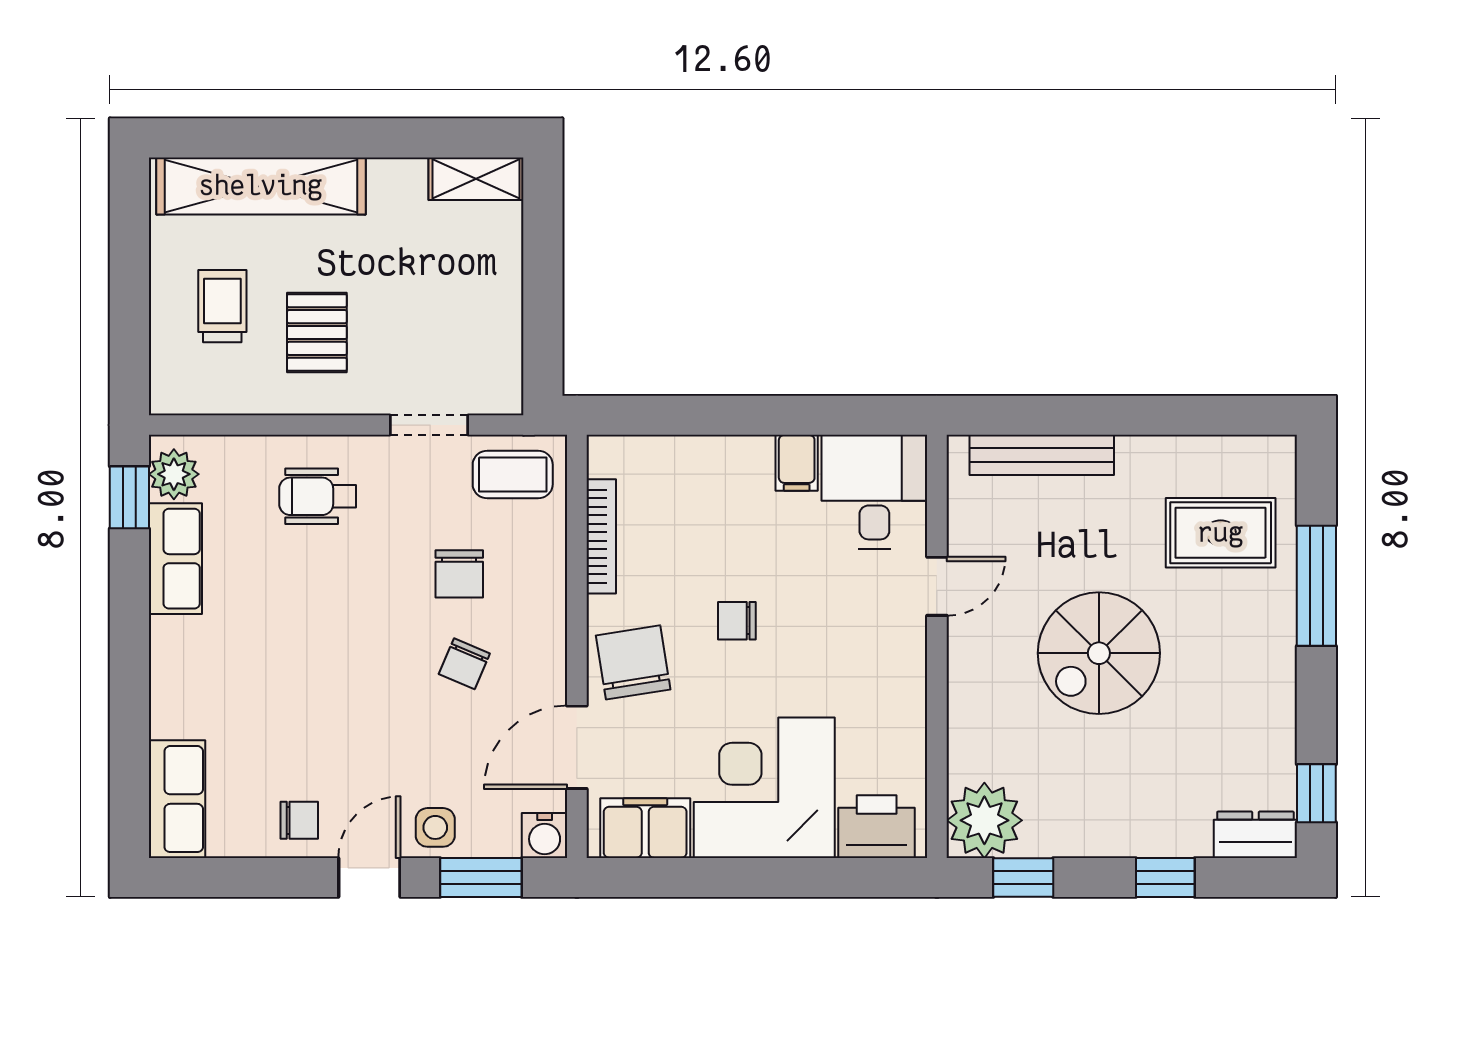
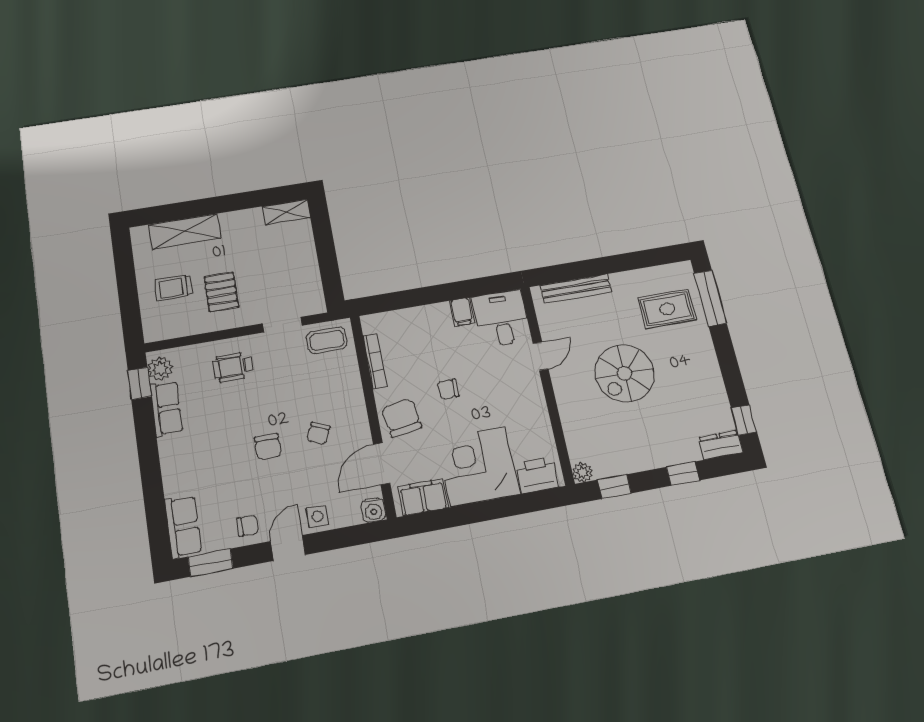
shelving: (261, 186) -> (185, 231), width x0.68
trolley: (222, 306) -> (174, 288), turned -90
chair: (459, 574) -> (268, 447), moved
window: (1316, 586) -> (710, 298), moved
plant: (984, 820) -> (582, 472), width x0.53, depth x0.53
window: (481, 877) -> (211, 563), moved

